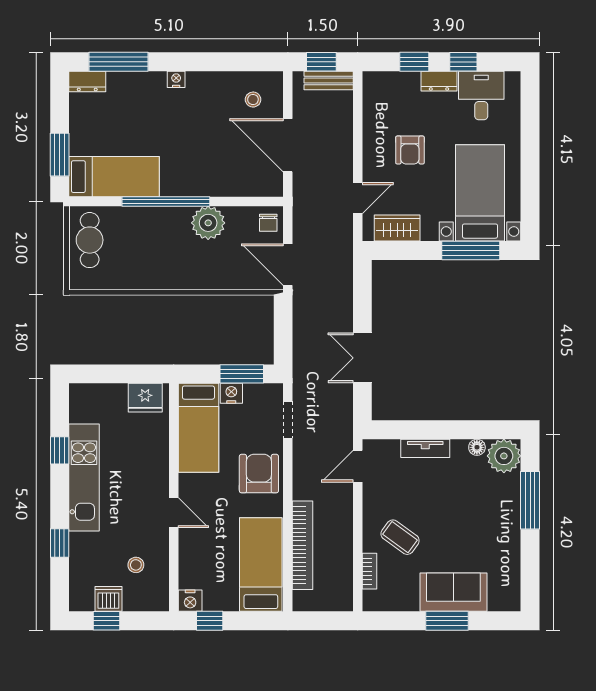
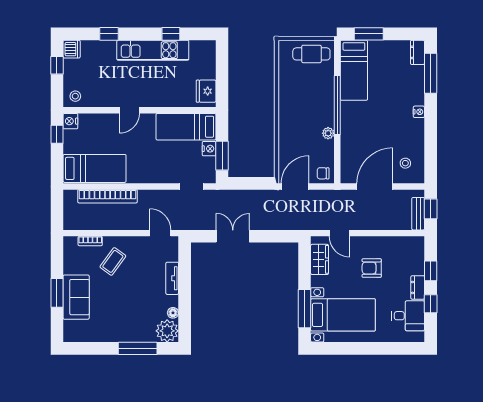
plant: (208, 223) -> (328, 133), width x0.53, depth x0.53
armchair: (259, 474) -> (155, 167), removed
stool: (136, 565) -> (75, 96), moved
dishwasher: (108, 599) -> (72, 49), moved

